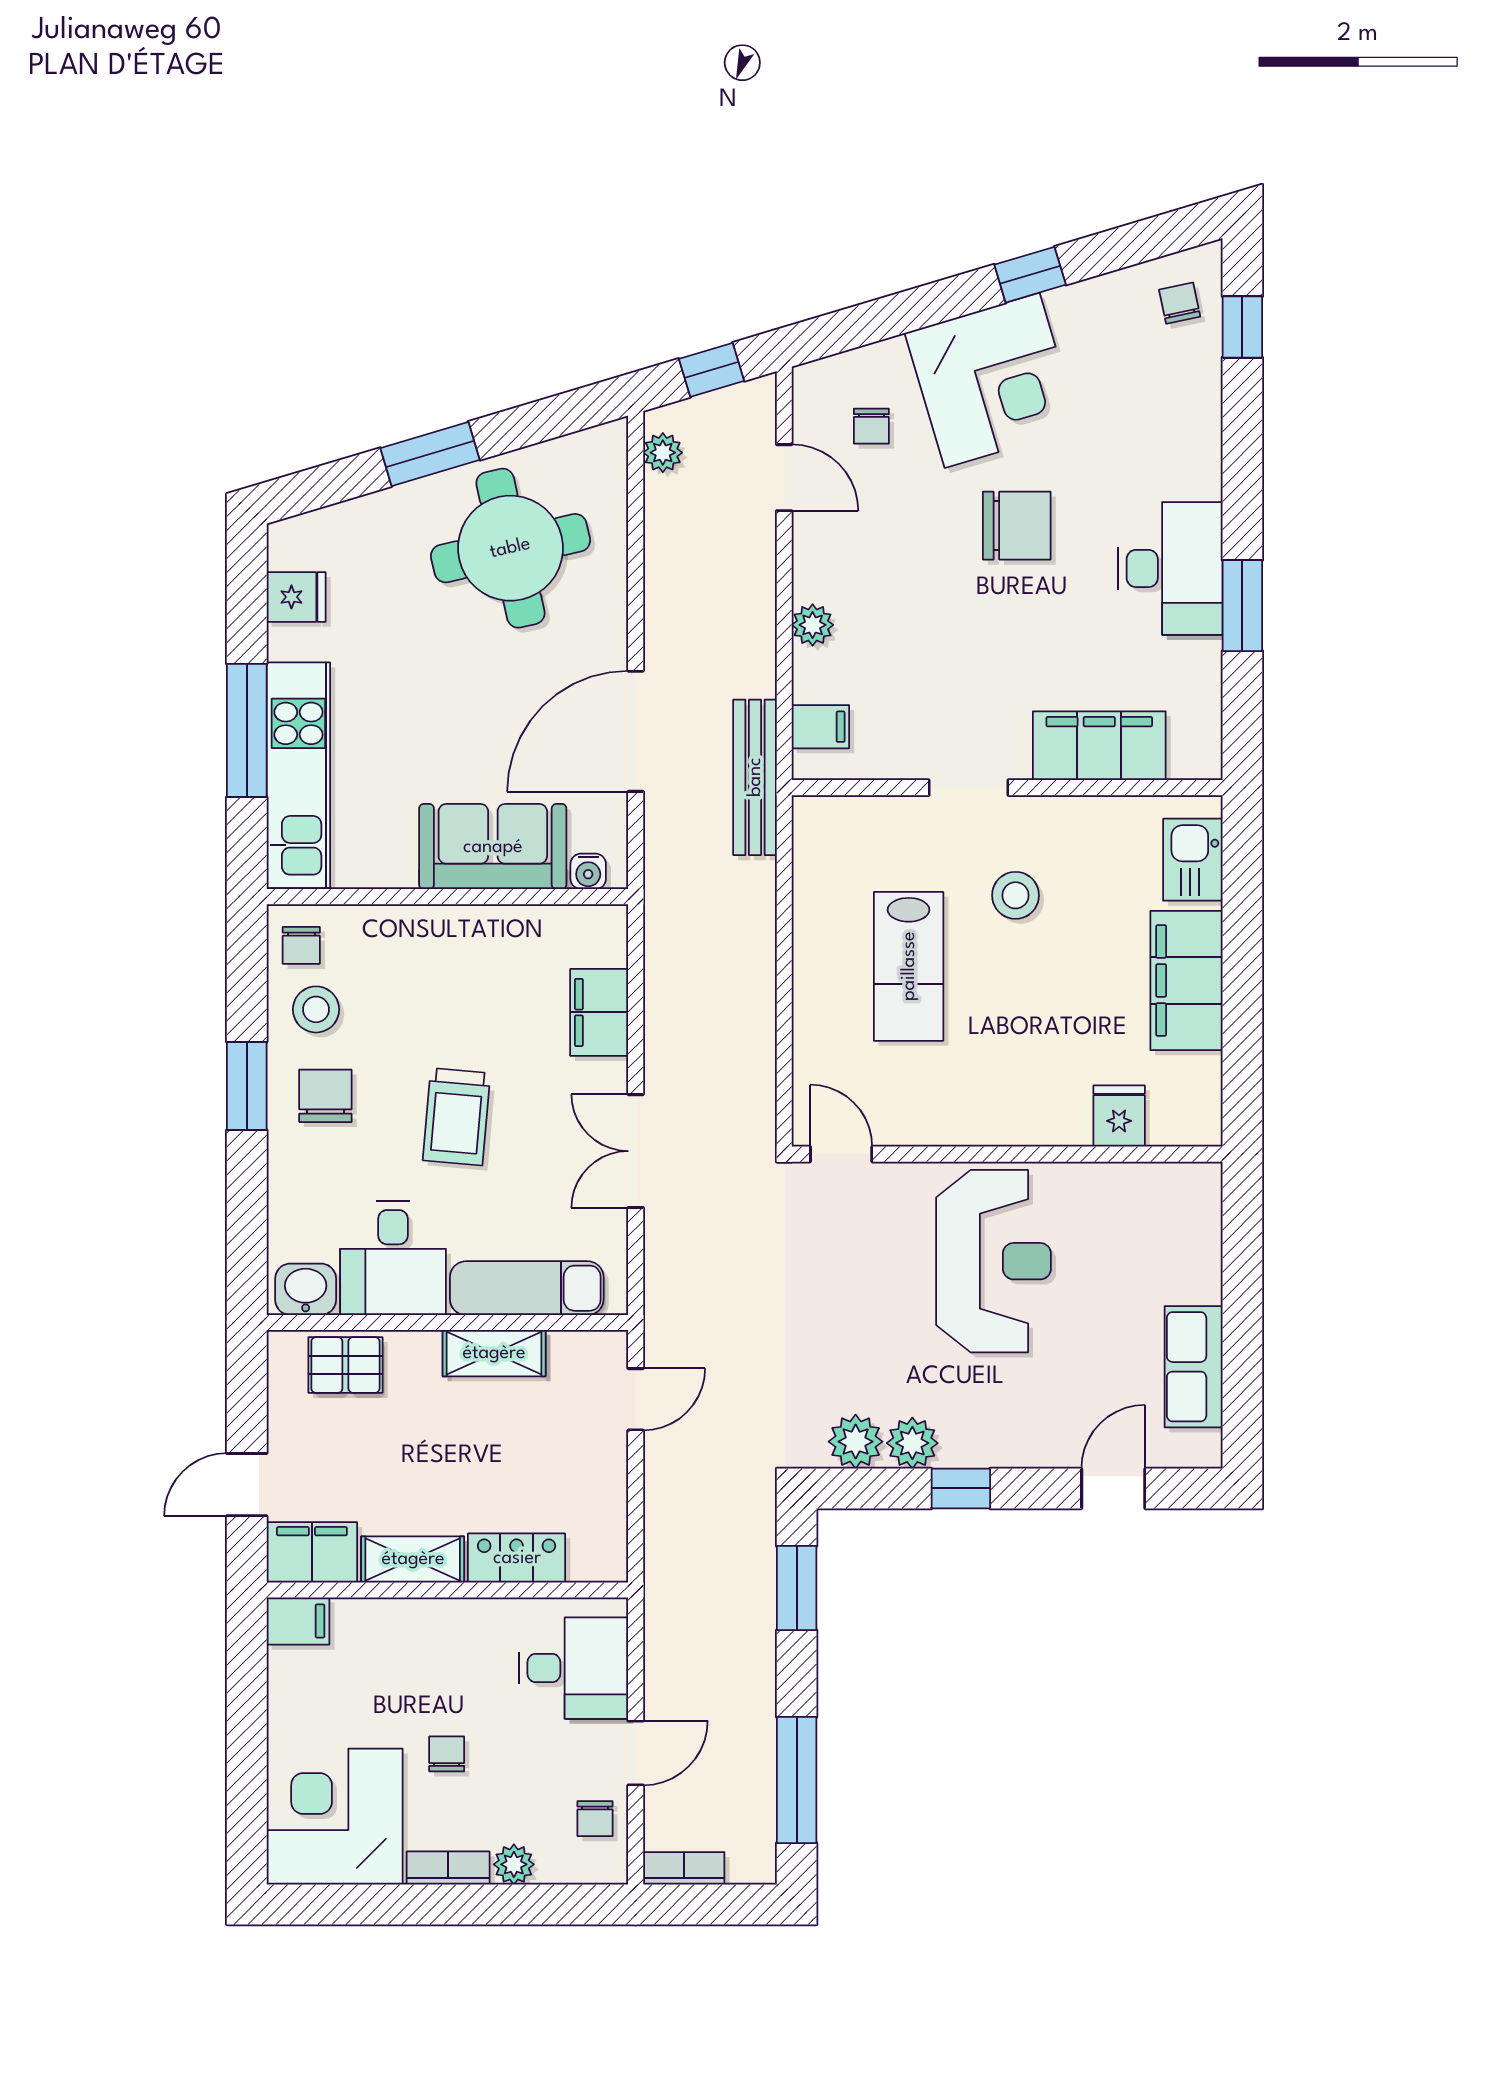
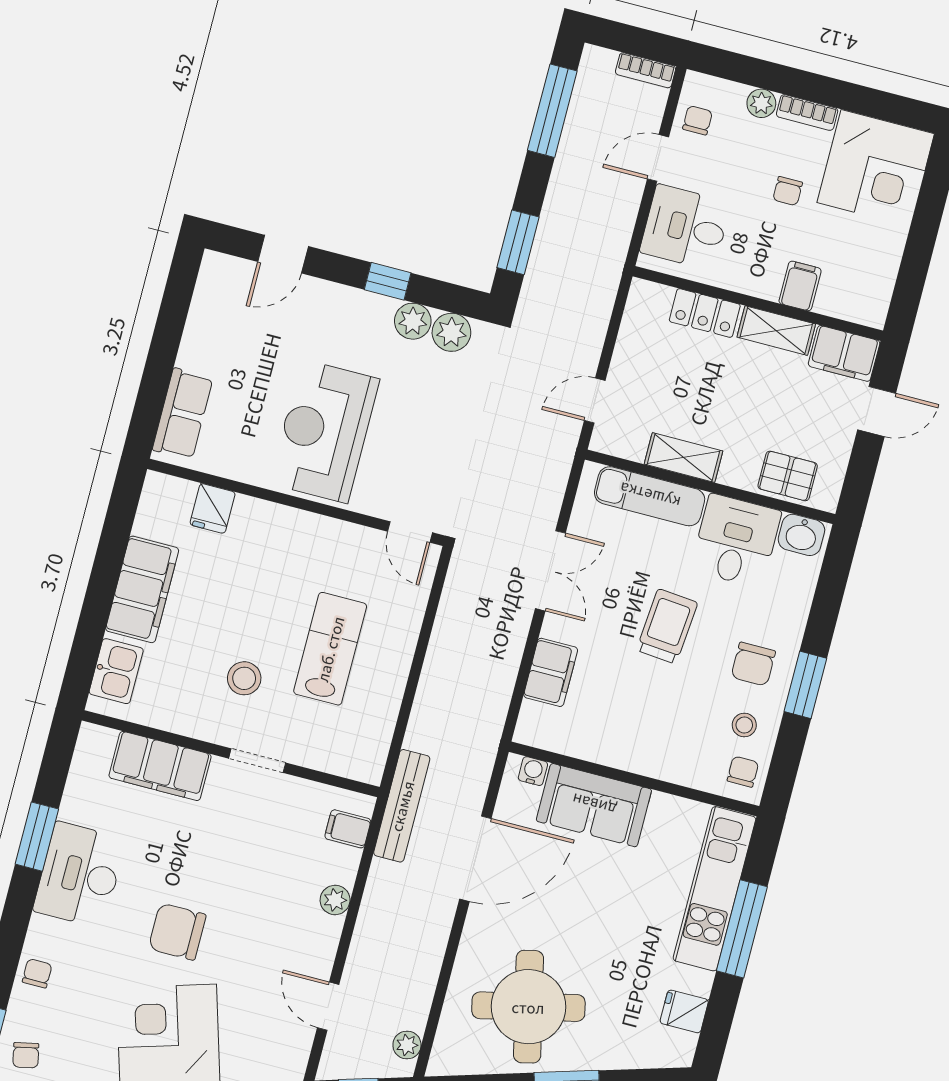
chair: (871, 426) -> (37, 973), moved
stool: (316, 1009) -> (744, 725), width x0.73, depth x0.73
row of seats: (1194, 1367) -> (183, 414), moved
filing cabinet: (298, 1621) -> (800, 286), moved, turned 90

